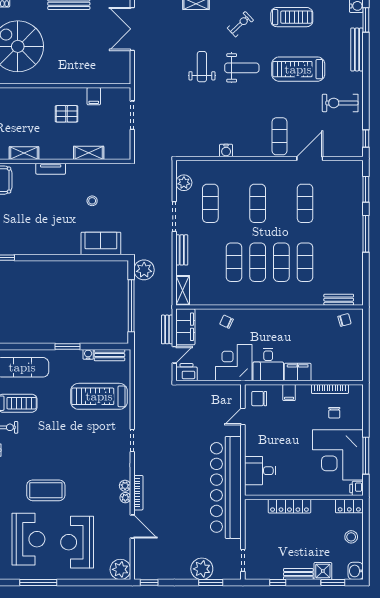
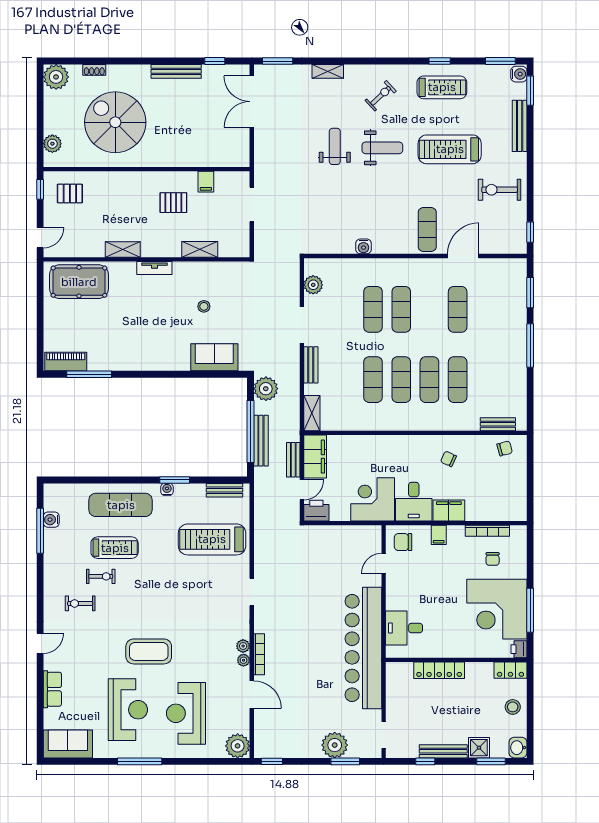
exercise mat: (210, 203) -> (373, 309), moved
bench: (140, 313) -> (261, 441), added
chair: (227, 322) -> (448, 459), moved
water cooler: (88, 354) -> (167, 489), moved
bench: (298, 574) -> (443, 751), width x1.36

